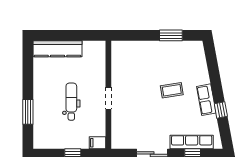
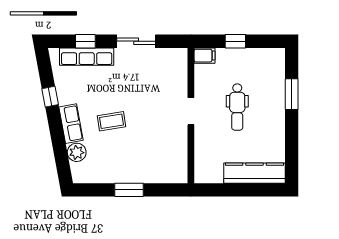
window: (171, 35) -> (129, 190), moved
plant: (200, 65) -> (77, 152), added
row of seats: (206, 100) -> (71, 124), moved

